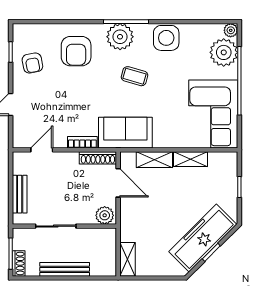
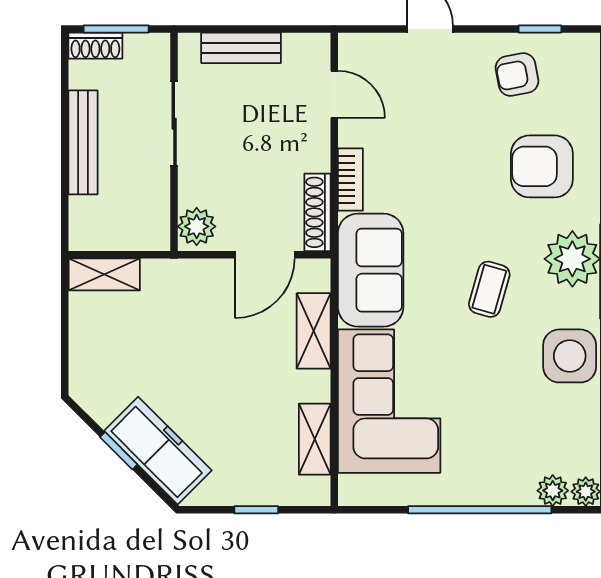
plant: (224, 52) -> (553, 491), width x0.53, depth x0.53
corner sofa: (213, 114) -> (389, 401), moved, turned 90
shelving: (191, 159) -> (315, 439), moved
freezer: (203, 238) -> (158, 451), width x0.73, depth x0.79

